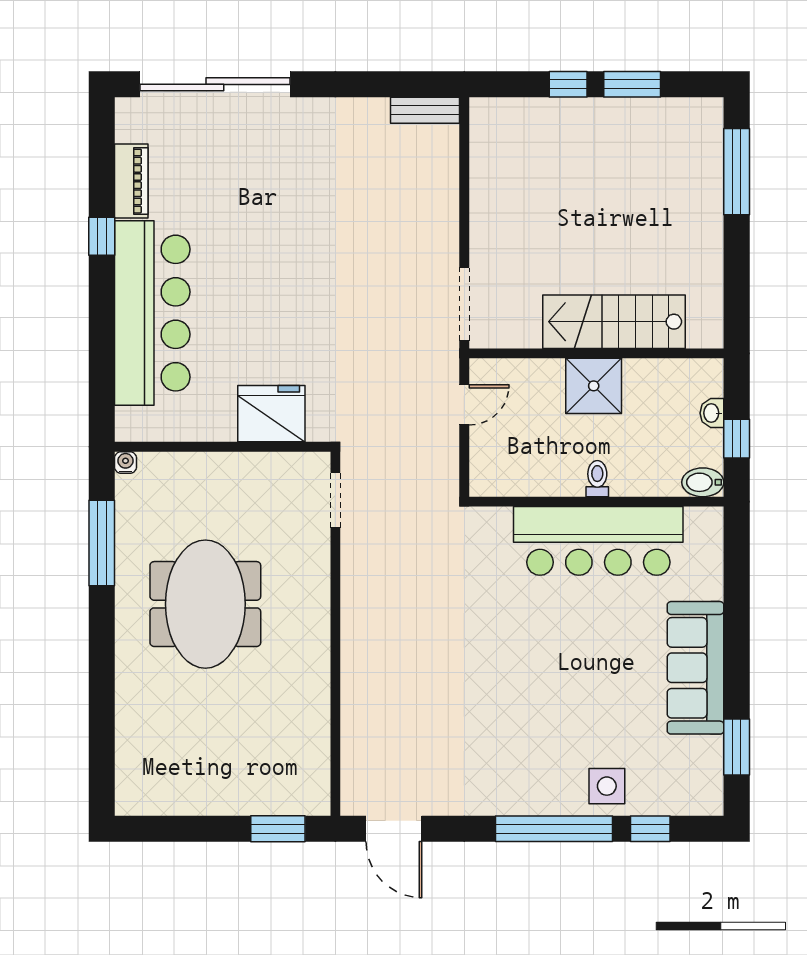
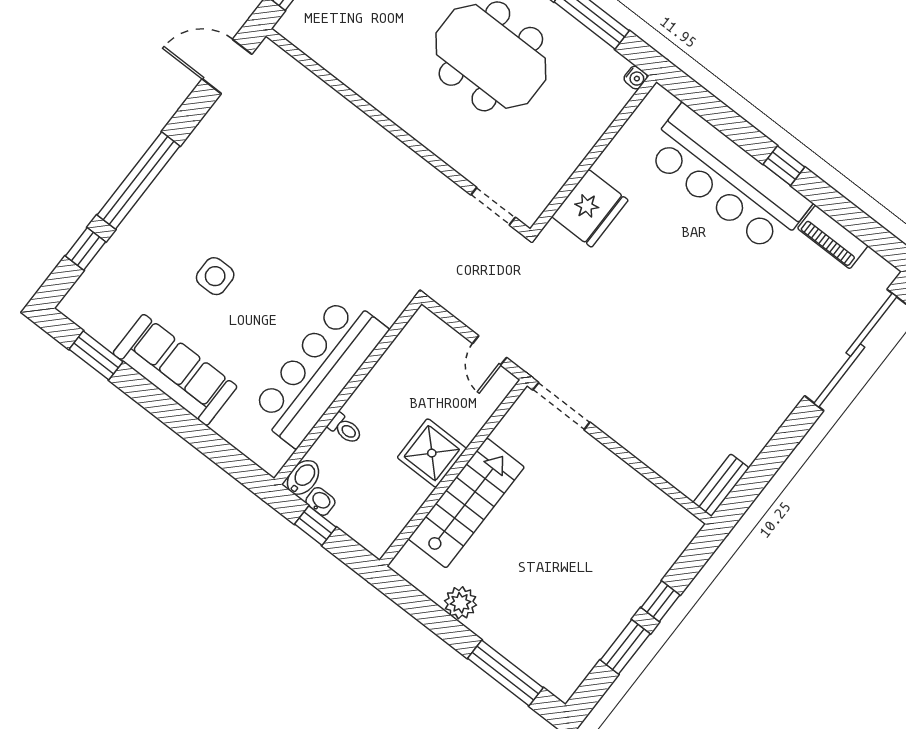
window: (102, 236) -> (784, 166), moved
plant: (706, 259) -> (460, 603), added
washbasin: (712, 413) -> (320, 501), moved
toilet: (597, 479) -> (345, 429), moved
side table: (607, 786) -> (215, 276), moved

